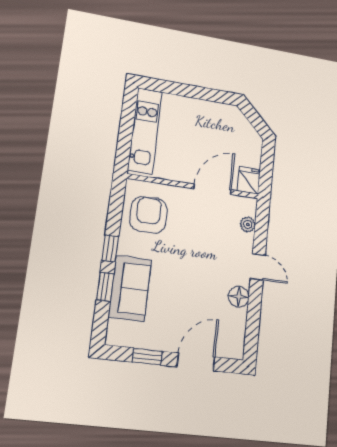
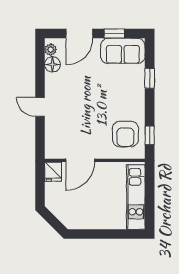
plant: (248, 224) -> (51, 50), moved
window: (110, 248) -> (150, 135), moved
sofa: (130, 288) -> (123, 51), moved, turned -90
floor lamp: (239, 297) -> (52, 64), moved

